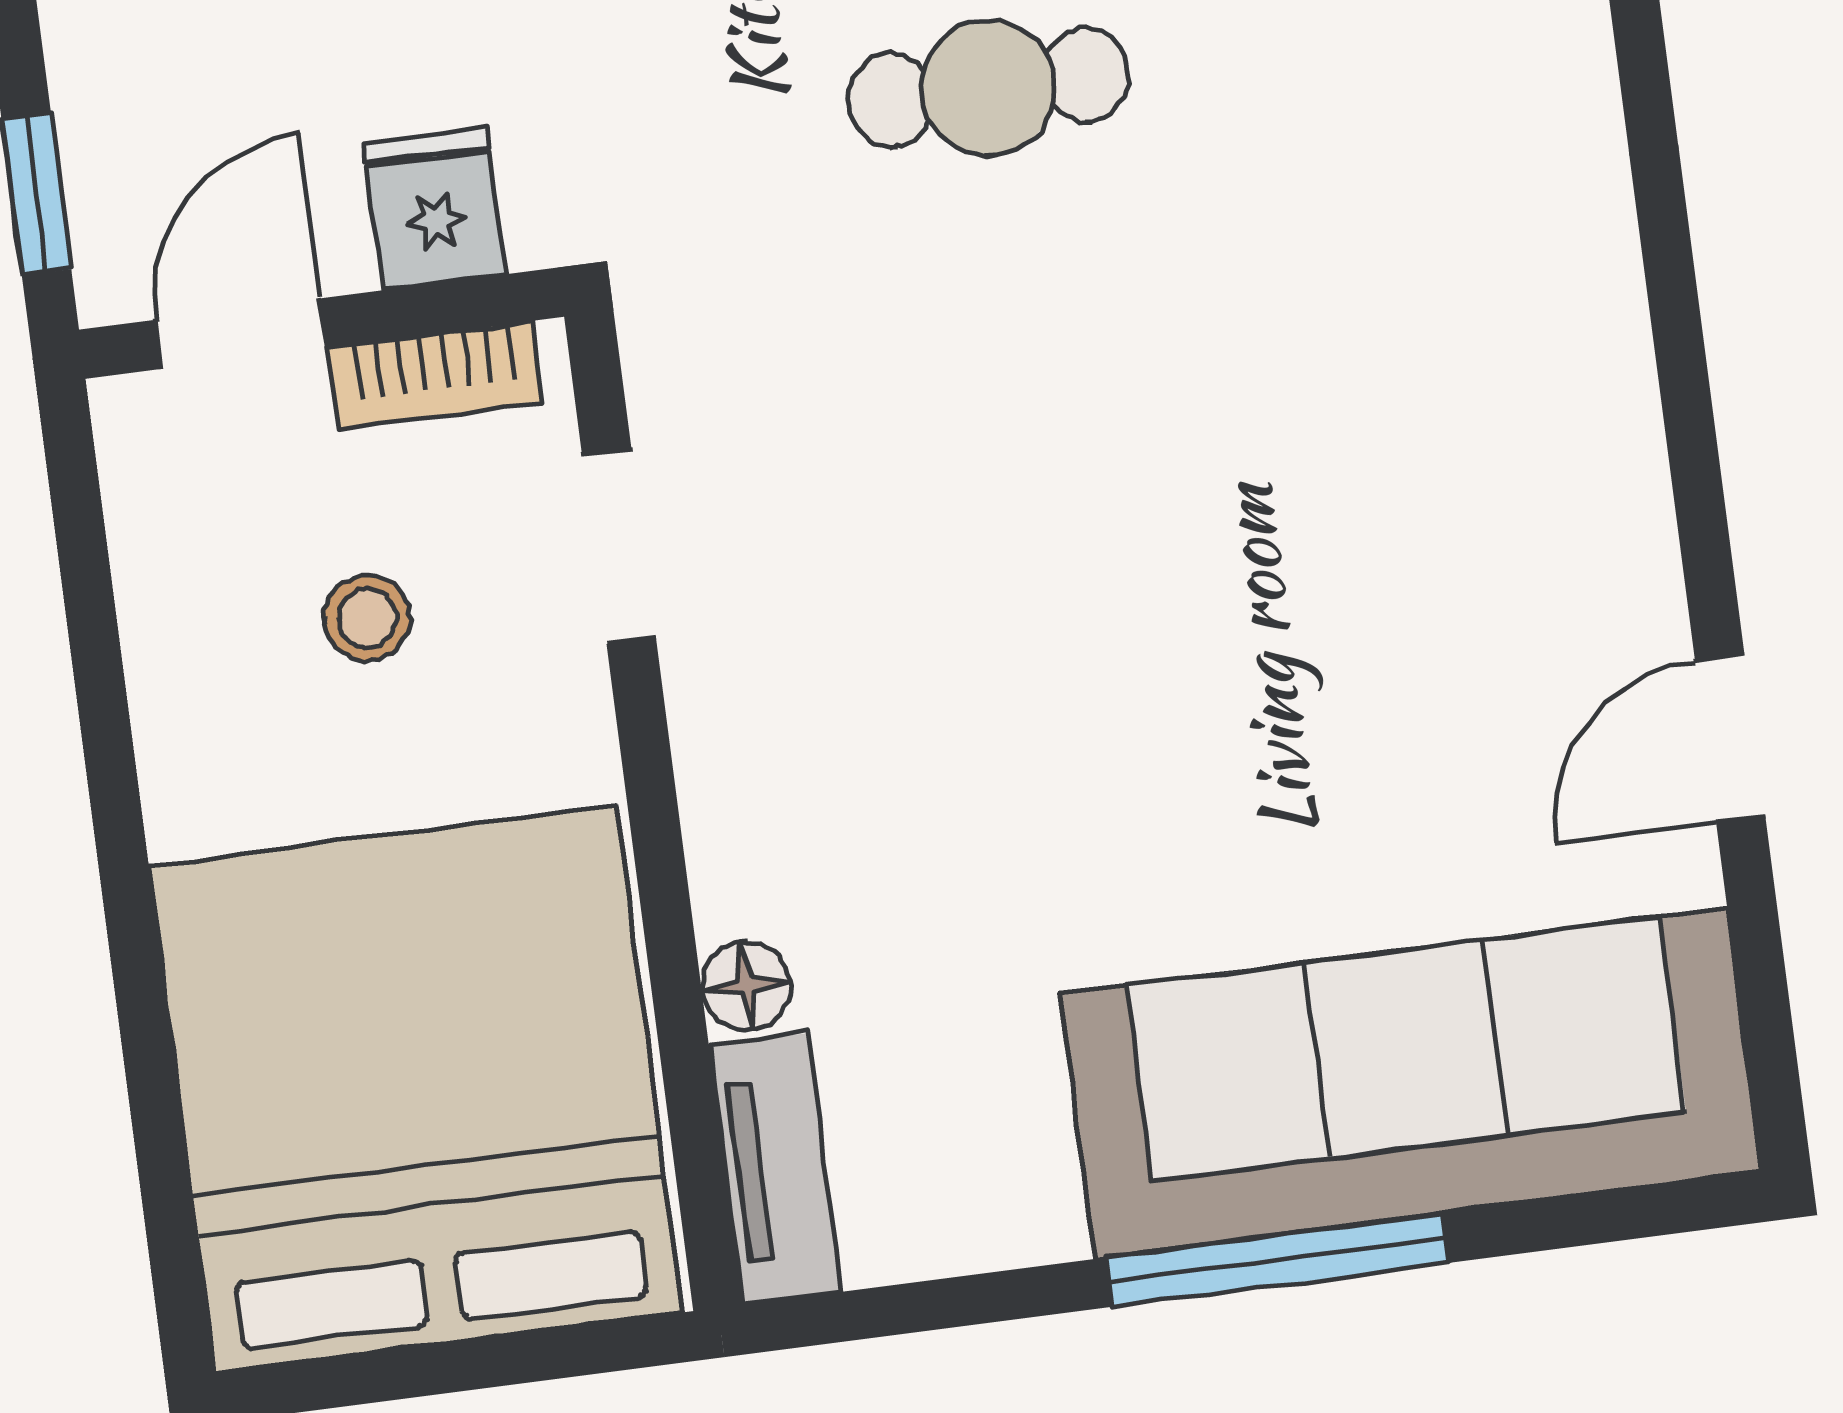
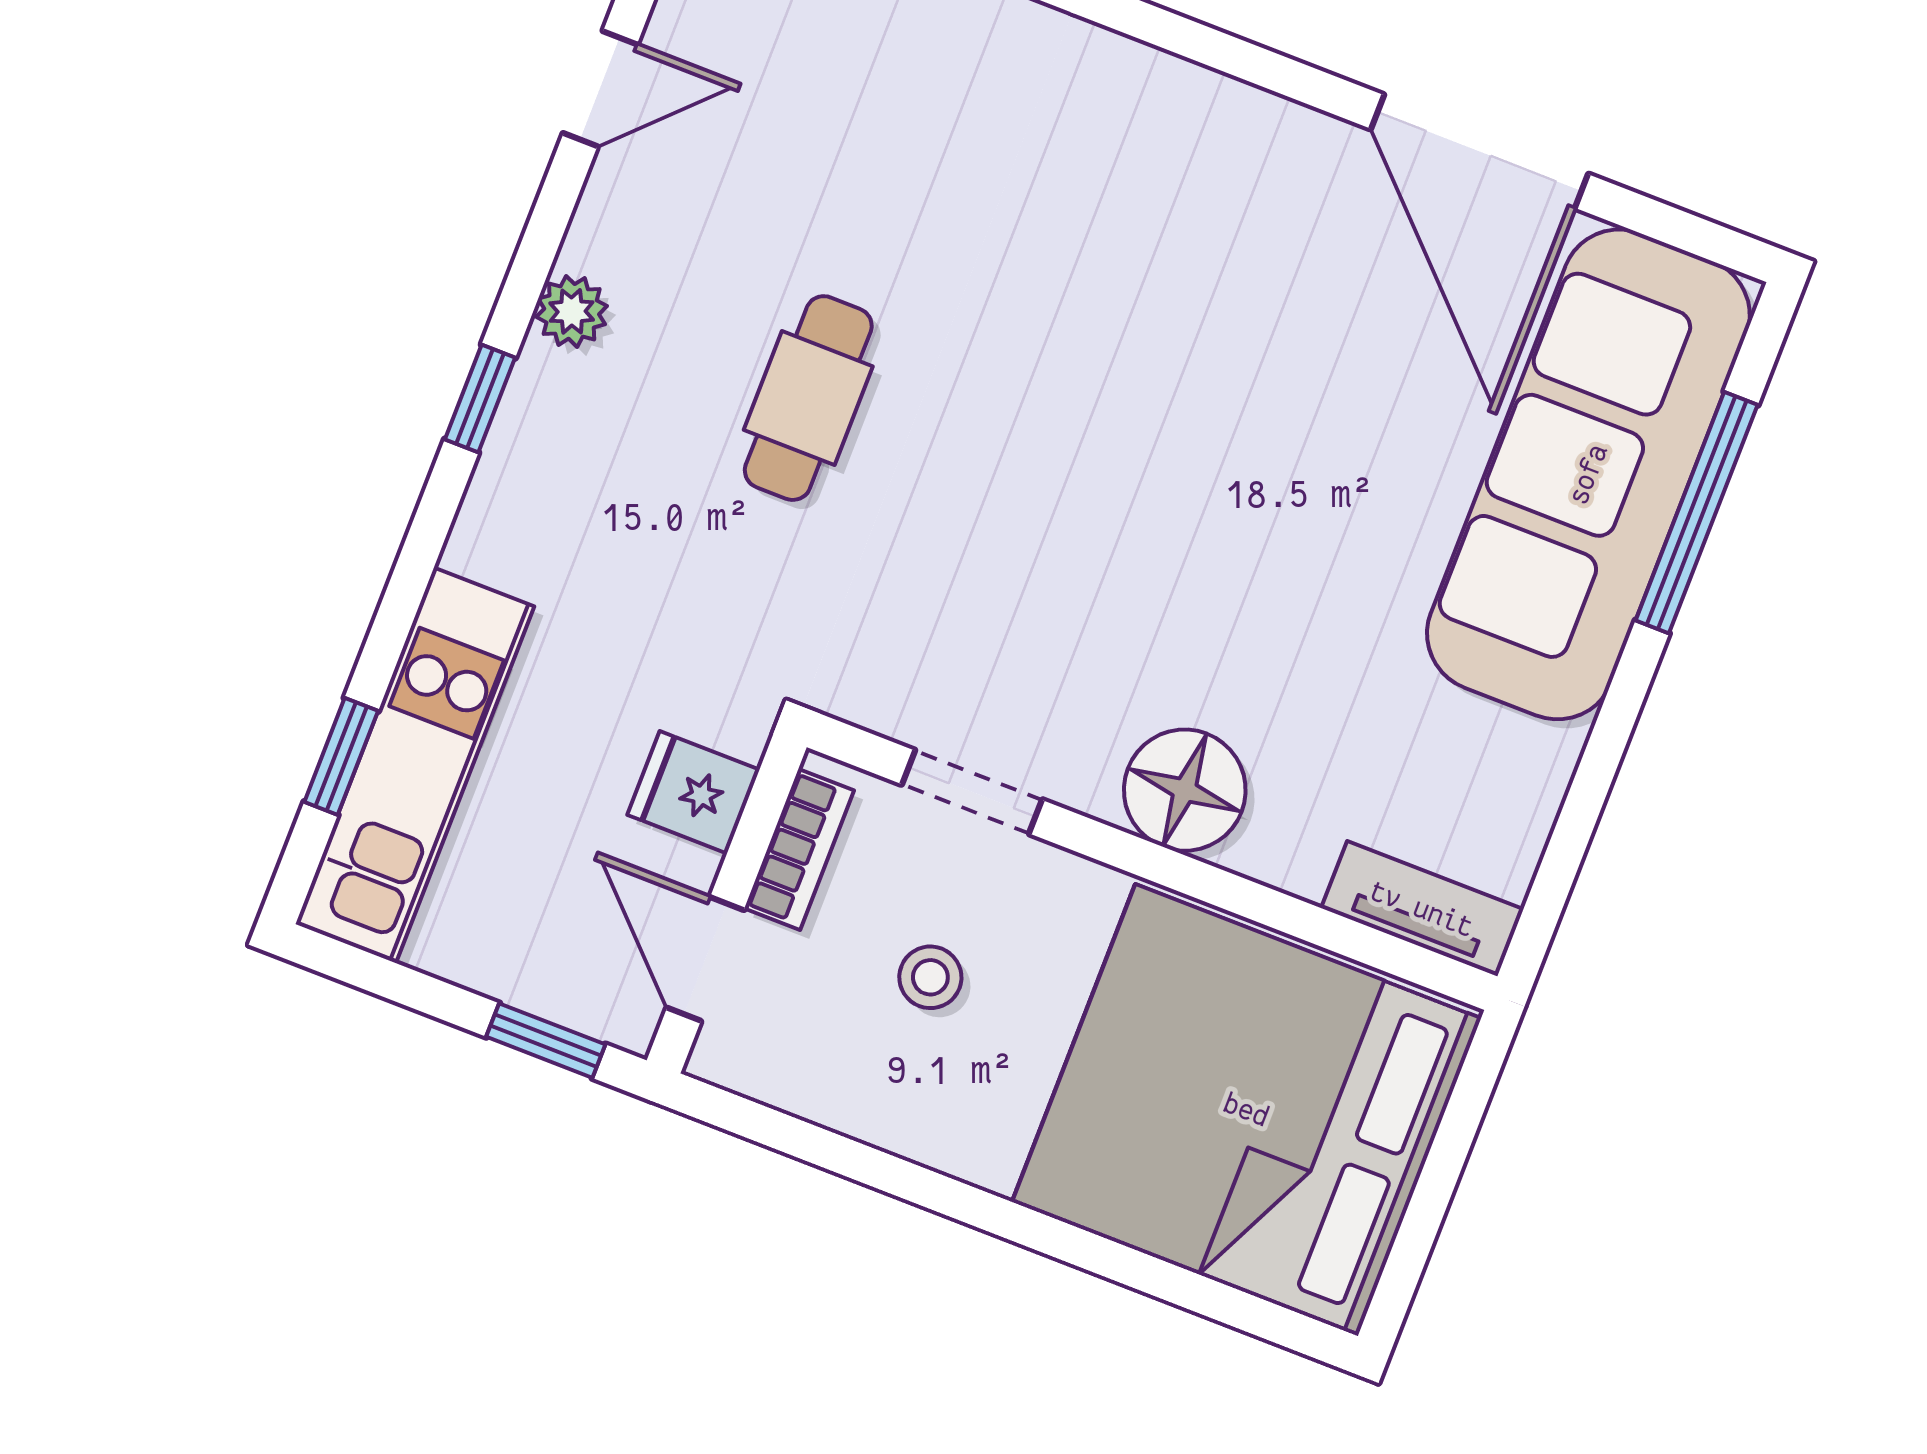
door: (1730, 738) -> (1480, 152), width x1.88
floor lamp: (746, 986) -> (1185, 790), moved, width x1.89, depth x1.89
window: (1278, 1260) -> (1697, 513), moved

